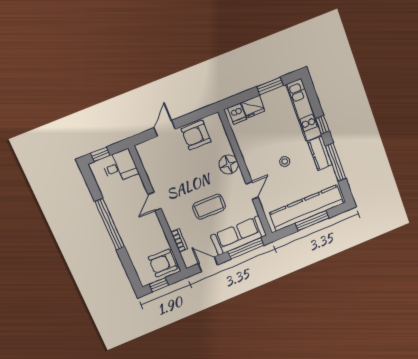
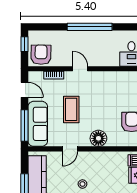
door: (252, 190) -> (70, 149), hinge flipped
door: (154, 201) -> (80, 69), moved
door: (208, 264) -> (25, 90), hinge flipped

